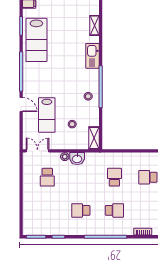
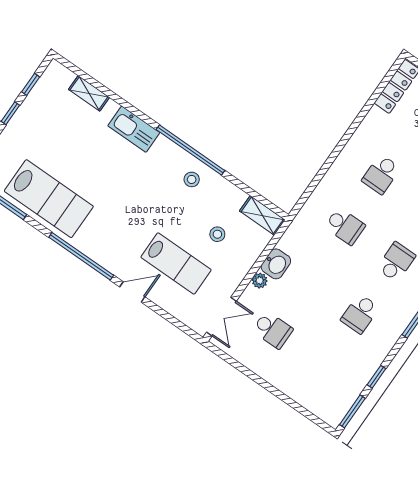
double door: (37, 151) -> (221, 317), swing flipped
school desk: (114, 177) -> (345, 226), turned 180

